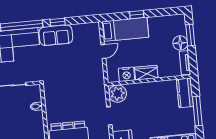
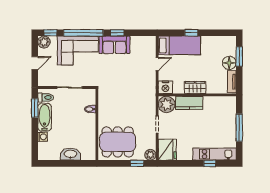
nightstand: (127, 74) -> (165, 87), moved
kitchen counter: (185, 93) -> (189, 103), moved, turned -90

